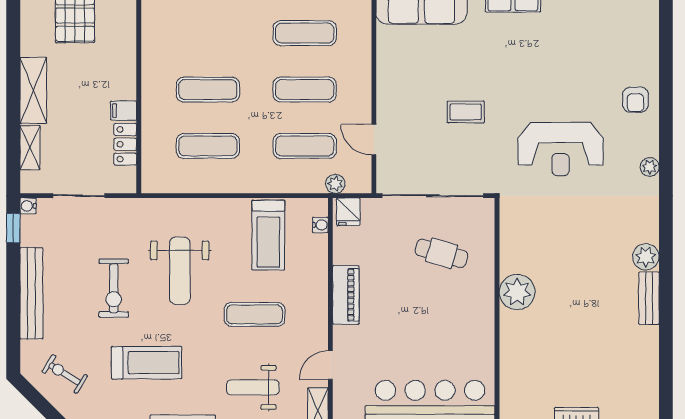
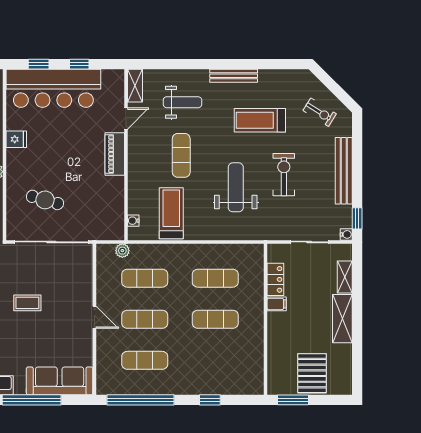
door: (374, 140) -> (94, 317), moved
fridge: (348, 212) -> (16, 139), moved, turned 90
piano: (346, 295) -> (115, 154), moved
exercise mat: (255, 314) -> (181, 155), turned 90

